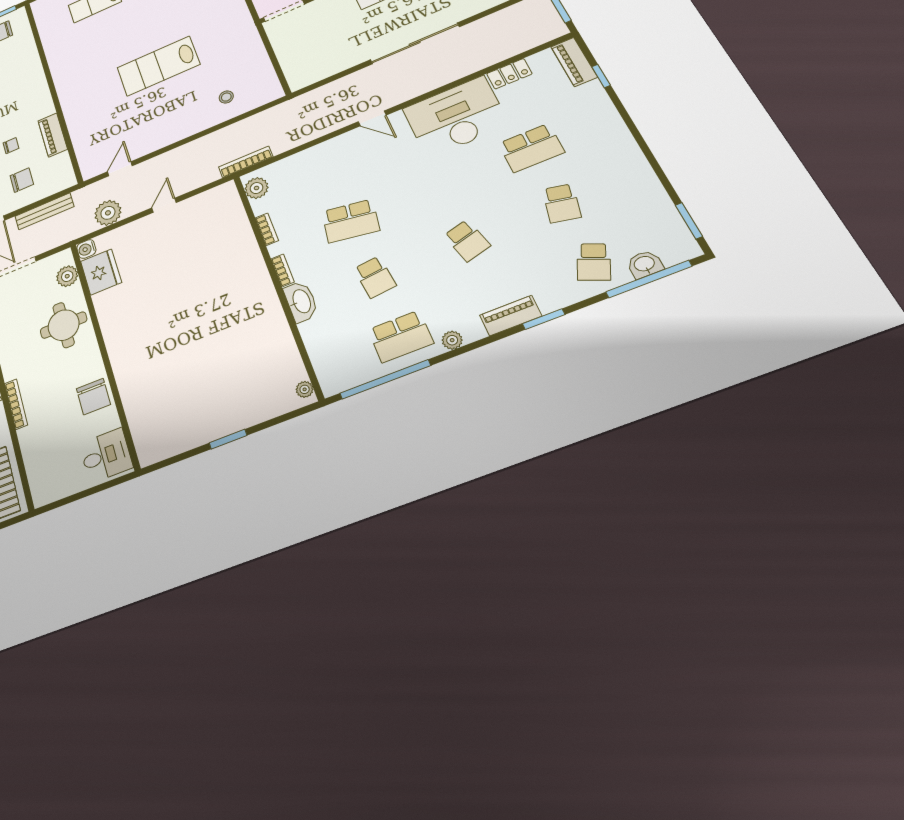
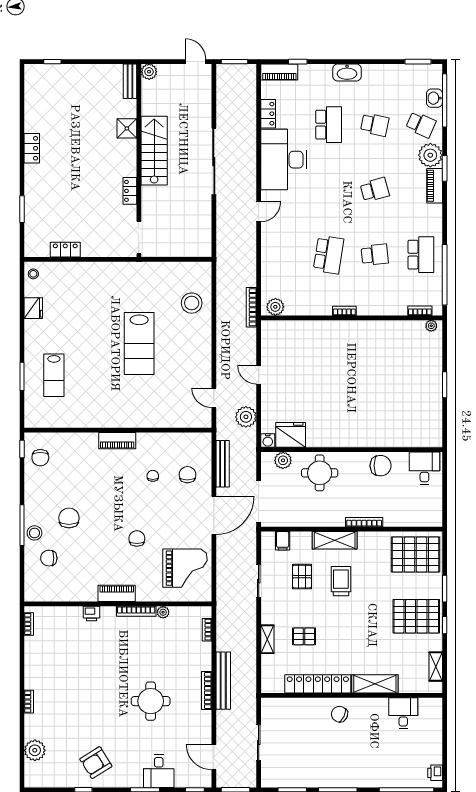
stool: (226, 97) -> (192, 303), width x1.89, depth x1.89
piano: (53, 135) -> (117, 441), moved
bookcase: (267, 229) -> (420, 311), moved
washbasin: (301, 301) -> (347, 72), moved, turned 180
plant: (452, 340) -> (430, 155), moved, width x1.87, depth x1.87

